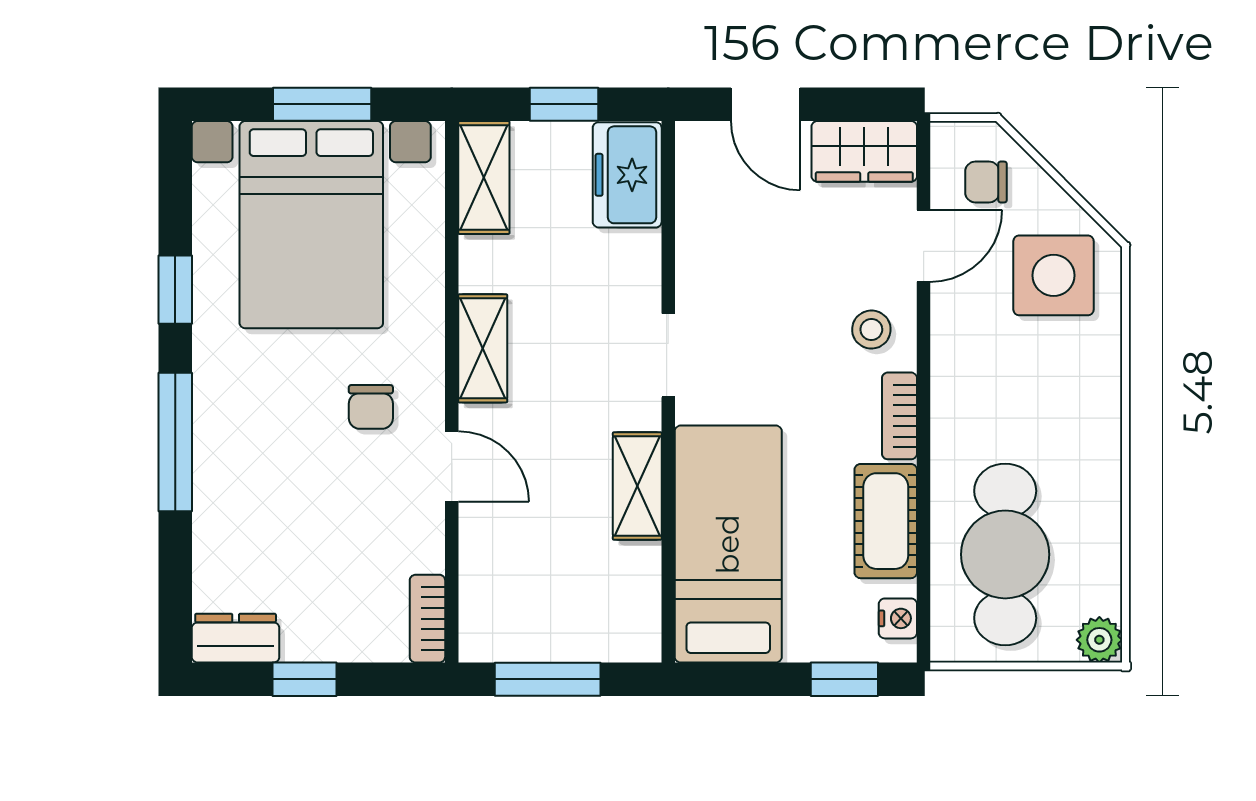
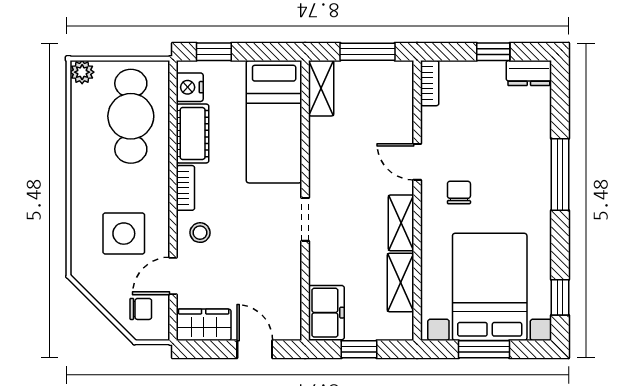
shelving: (484, 178) -> (400, 283), moved
side table: (1054, 275) -> (124, 234), moved
window: (175, 290) -> (560, 297), moved
shelving: (637, 486) -> (321, 88), moved
nightstand: (898, 618) -> (190, 87), width x1.39, depth x1.35

